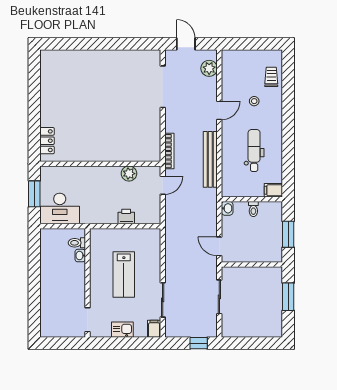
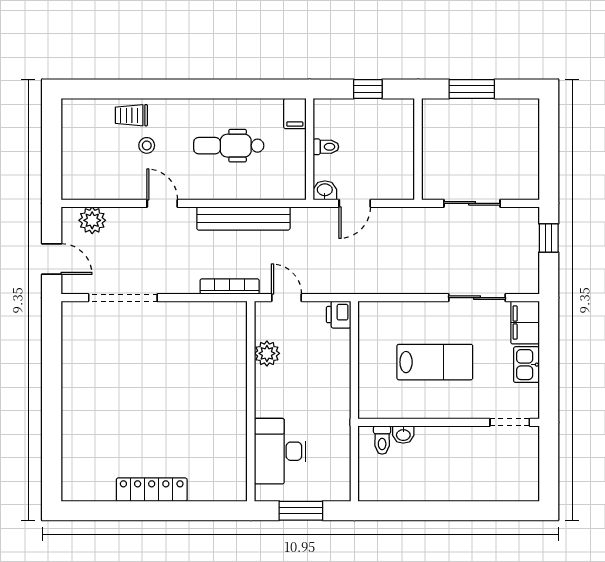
door: (186, 44) -> (52, 259), swing flipped
trolley: (271, 77) -> (131, 115), moved
locker: (47, 141) -> (152, 490), moved, width x1.53
desk: (60, 209) -> (280, 451), moved, turned 180
printer: (126, 217) -> (339, 315), moved
window: (288, 234) -> (368, 89), width x0.67
door: (219, 246) -> (355, 203), moved
filing cabinet: (154, 329) -> (525, 323), width x2.00

